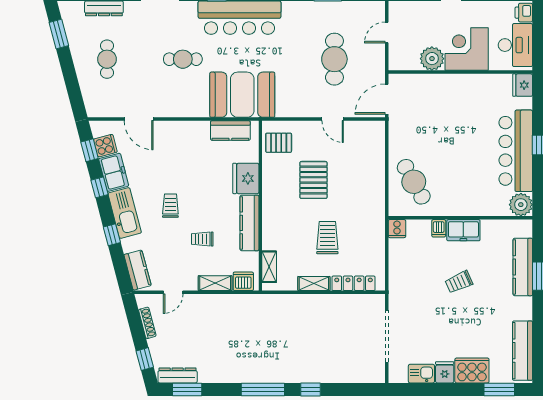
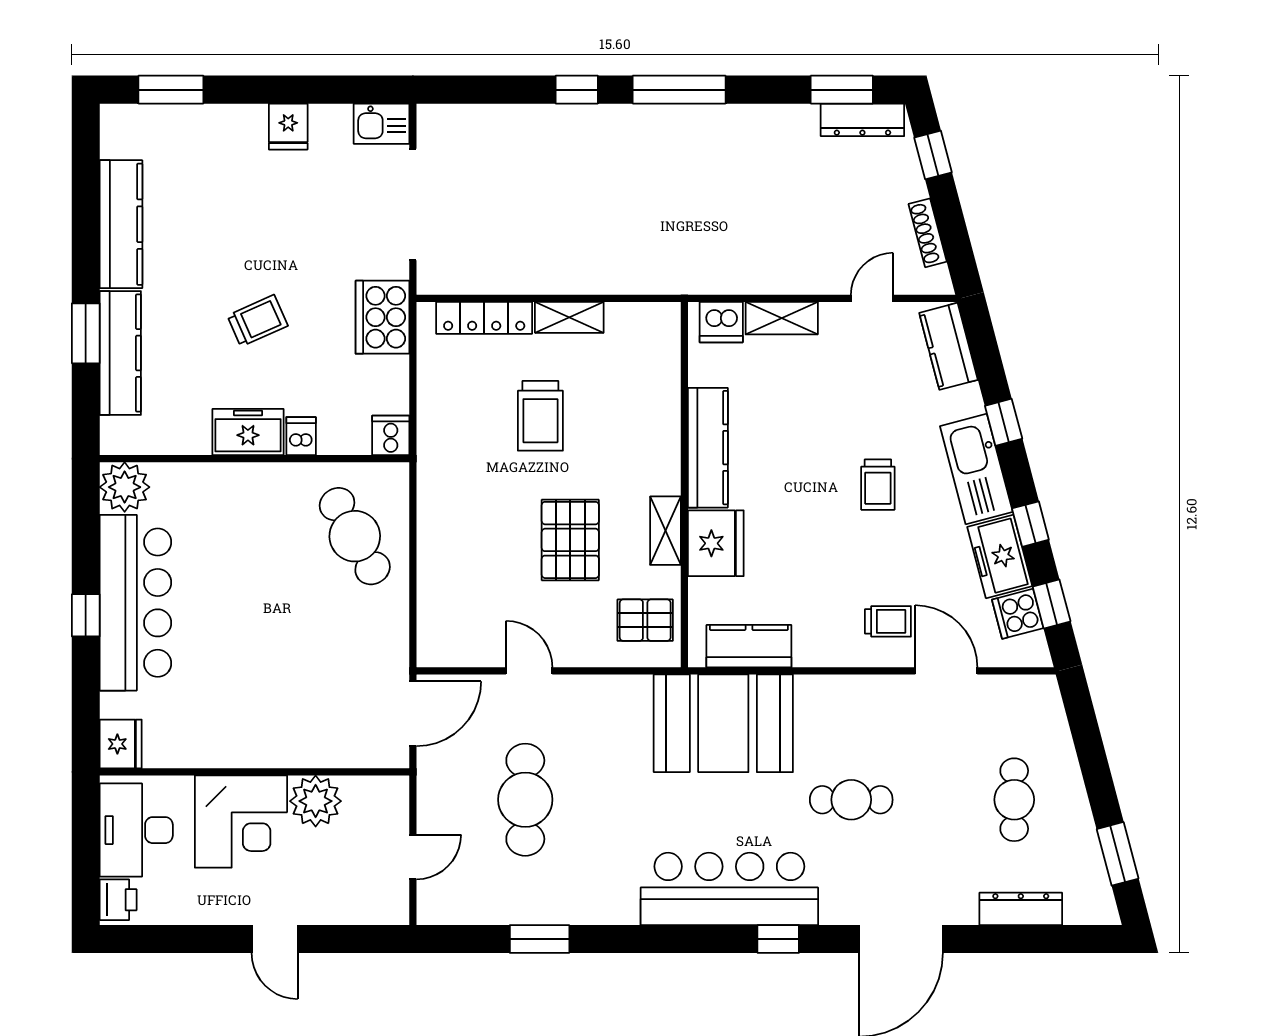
trolley: (202, 239) -> (888, 621), moved
shelving: (269, 267) -> (666, 531), moved
kitchen counter: (522, 351) -> (121, 224), moved
cooker: (472, 370) -> (383, 317), moved, turned 90
kitchen sink: (421, 374) -> (382, 124), moved

